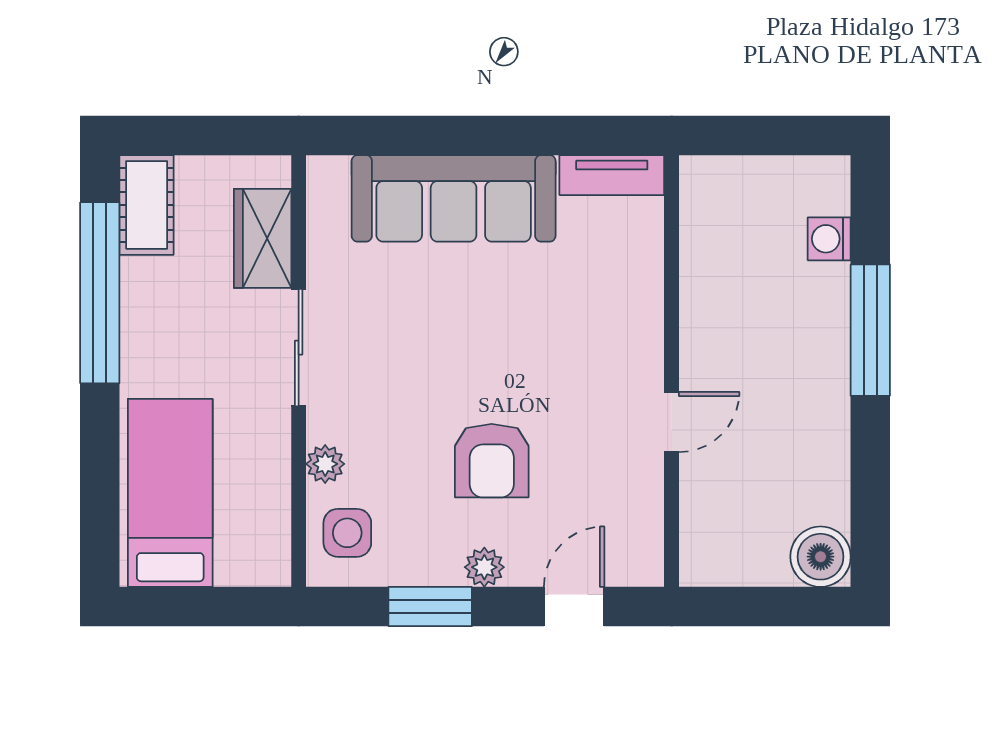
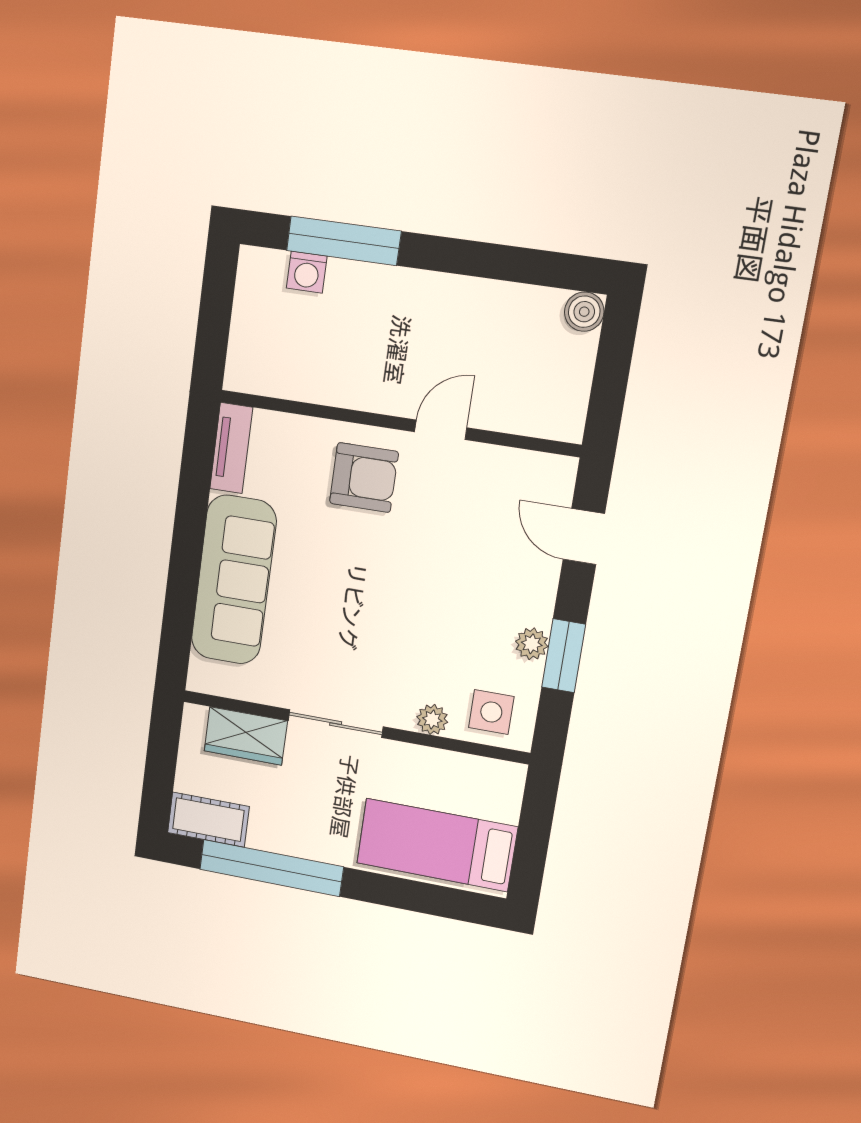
window: (870, 330) -> (344, 241), moved
door: (672, 422) -> (441, 430), hinge flipped
armchair: (492, 461) -> (364, 478), moved
boiler: (821, 557) -> (584, 312), width x0.73, depth x0.73
plant: (484, 567) -> (532, 644), moved

